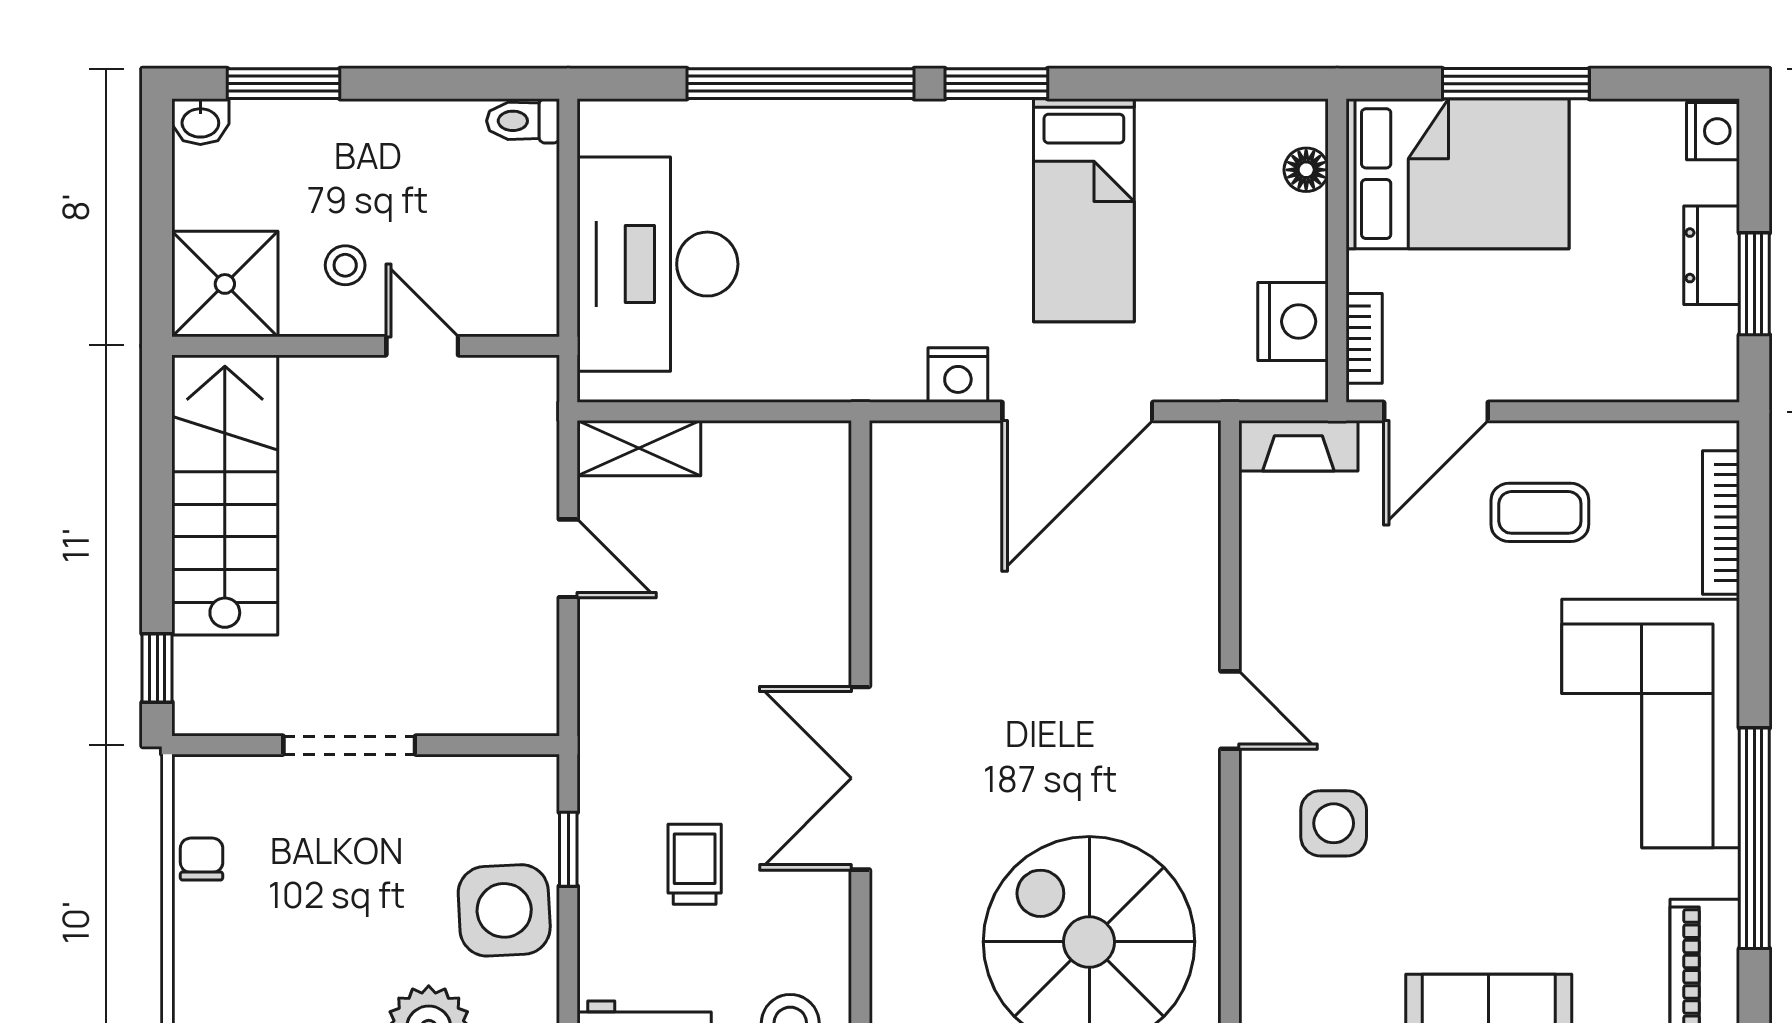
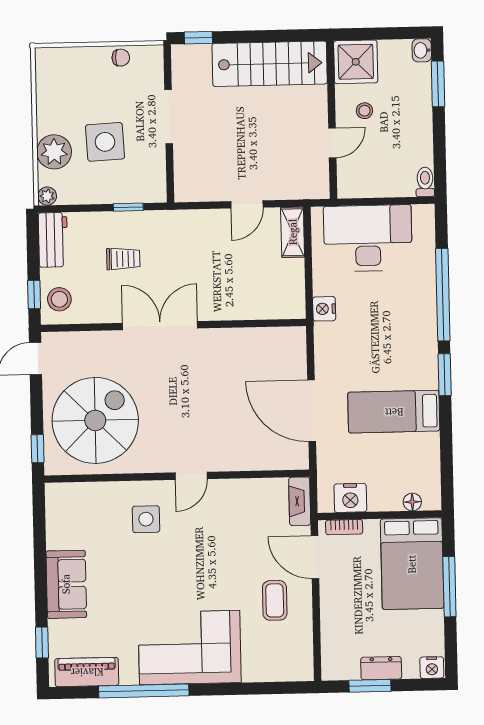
nightstand: (958, 375) -> (324, 309), moved
bookcase: (1721, 522) -> (272, 674), removed
side table: (504, 910) -> (105, 142), moved

